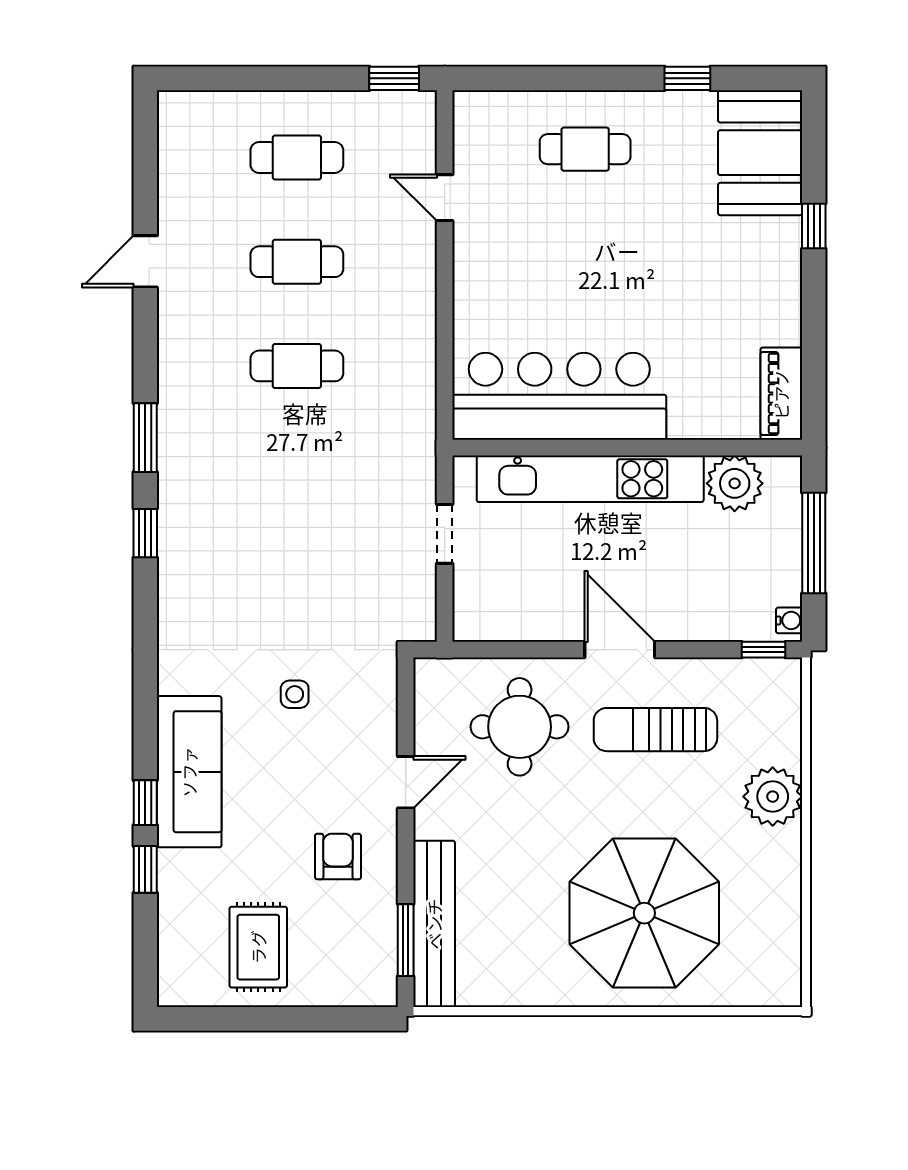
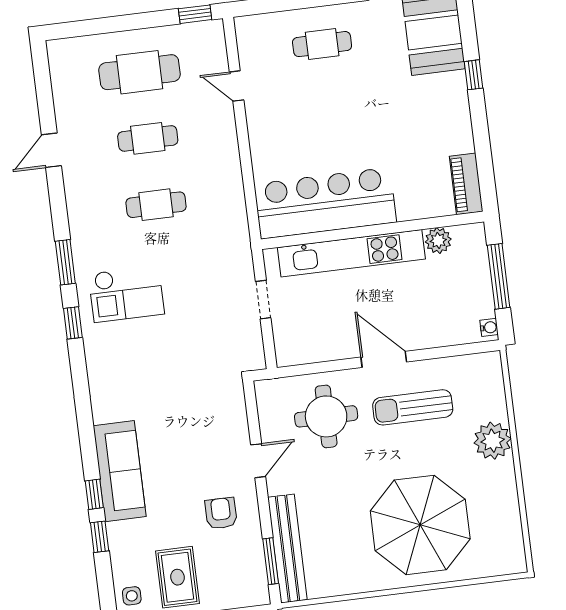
cafe table: (297, 158) -> (139, 72), width x1.37, depth x1.35
plant: (735, 483) -> (438, 240), width x0.73, depth x0.73
checkout: (234, 498) -> (126, 294), added
window: (764, 650) -> (475, 348), removed
side table: (295, 694) -> (132, 596), moved

